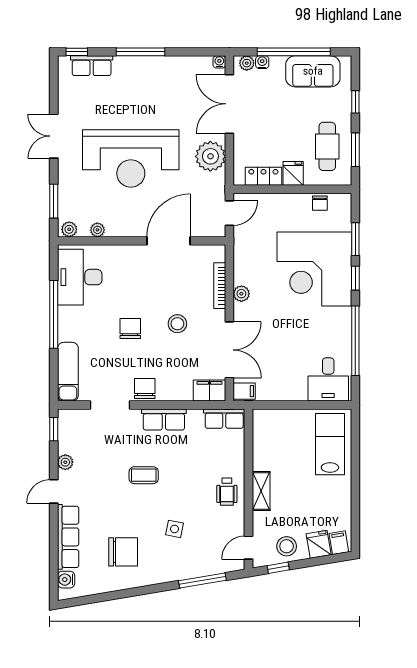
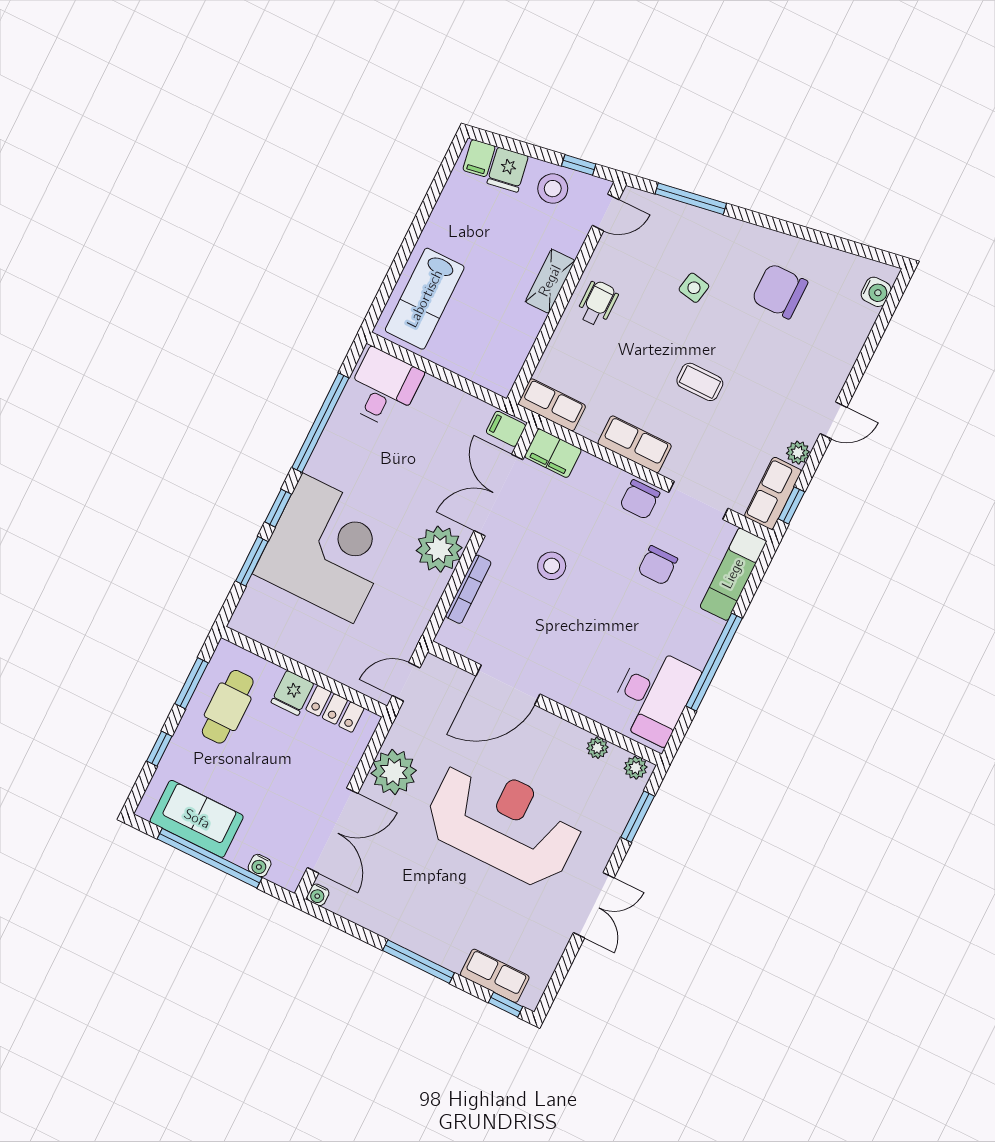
plant: (247, 63) -> (281, 875), removed
chair: (320, 203) -> (276, 634), removed
plant: (241, 294) -> (439, 549), width x1.87, depth x1.87
chair: (130, 329) -> (658, 565), moved
row of seats: (68, 537) -> (773, 493), moved, width x0.68

